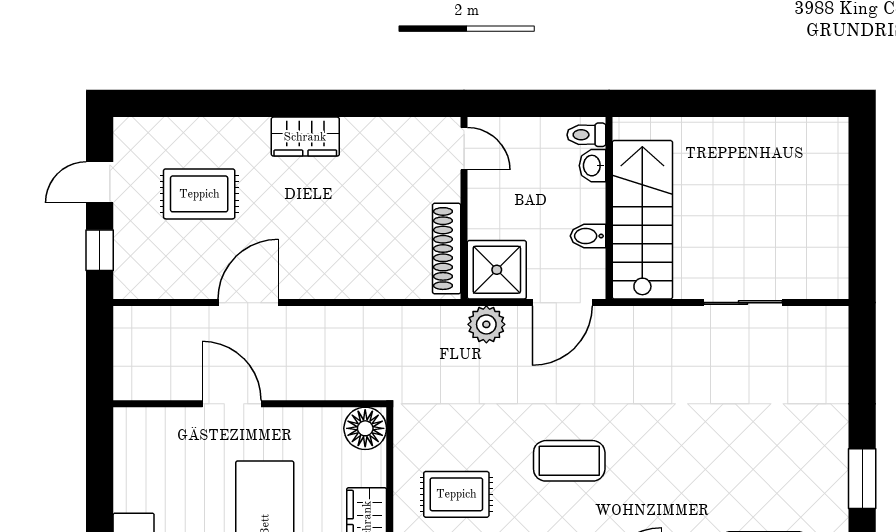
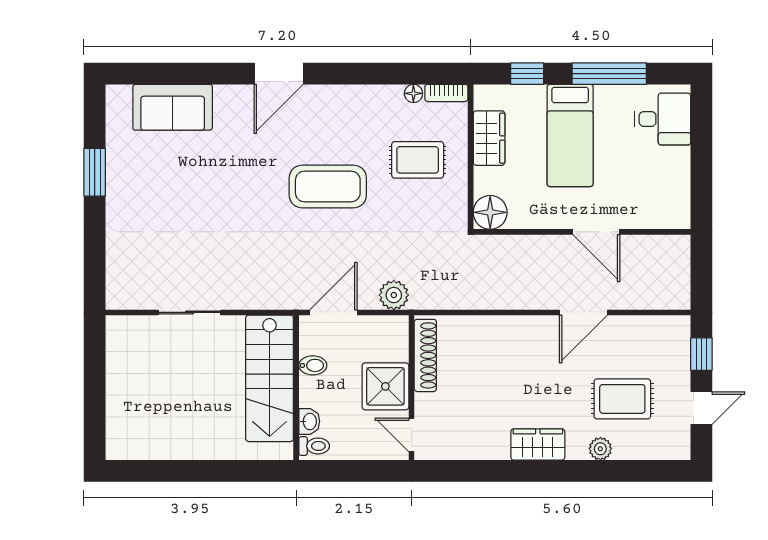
plant: (227, 131) -> (600, 449), added
shower: (497, 270) -> (385, 386), moved
coffee table: (569, 461) -> (328, 187), width x1.36, depth x1.32

